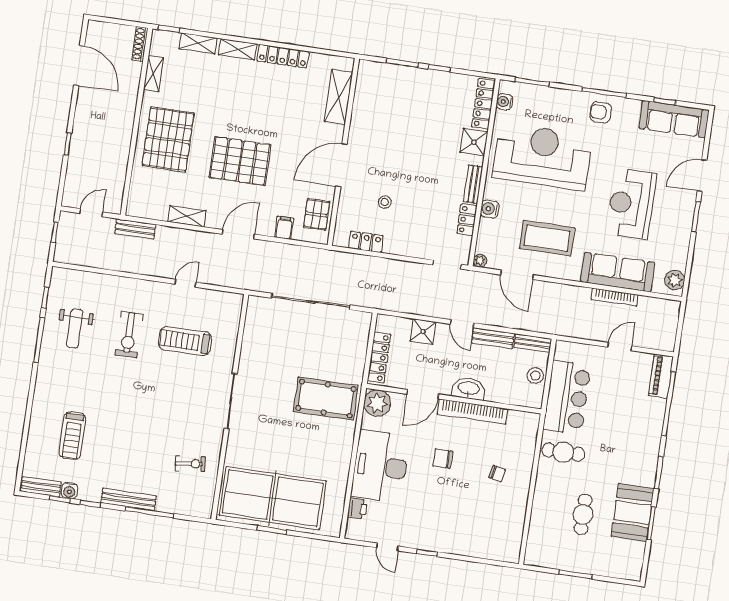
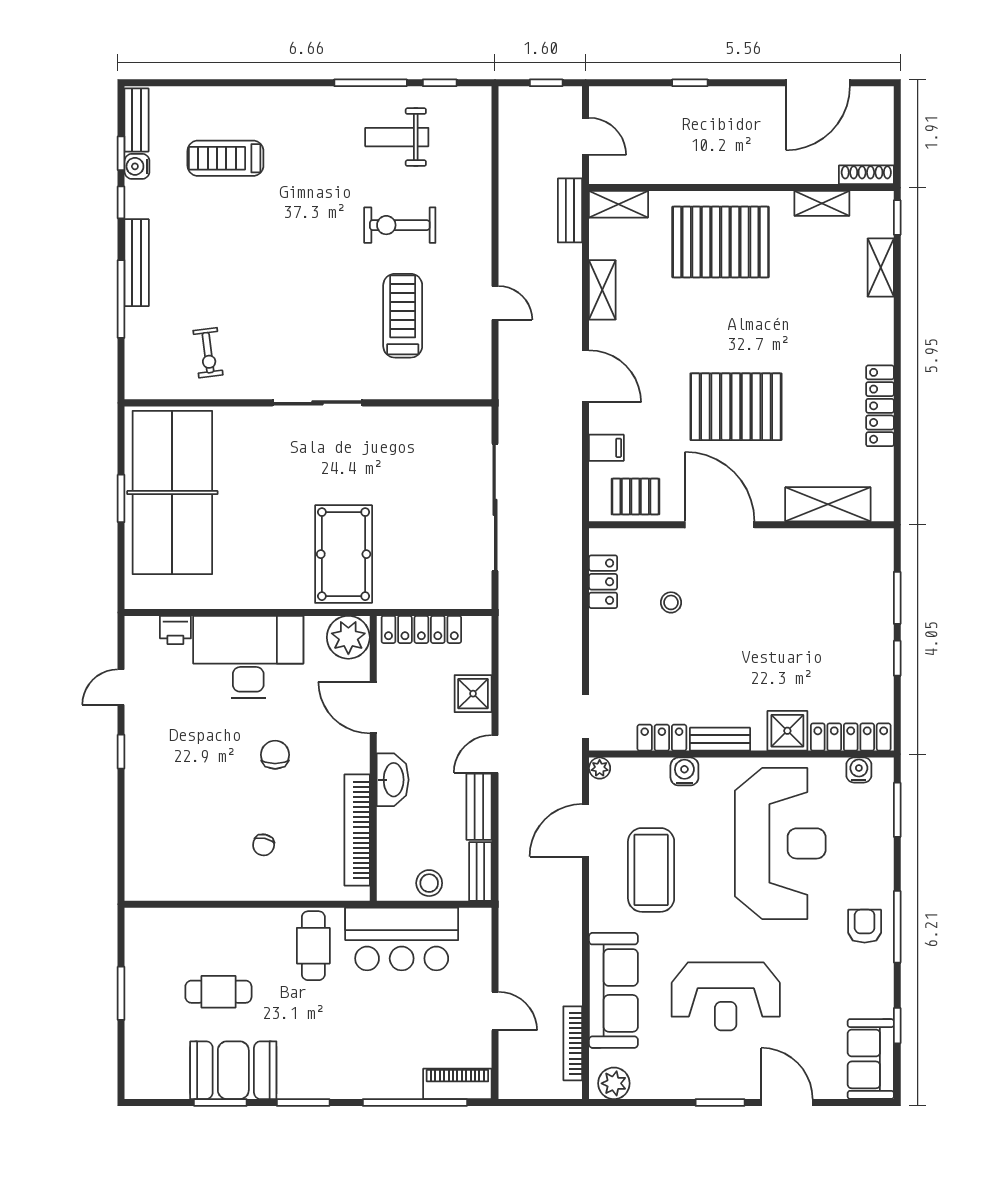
shelving: (238, 49) -> (619, 204), moved, turned 90
sofa: (674, 119) -> (871, 1059), width x0.73
pallet: (240, 161) -> (736, 407), moved, turned 90
reception desk: (631, 204) -> (726, 996), turned 180
bookcase: (615, 297) -> (573, 1043), moved
bookcase: (472, 411) -> (357, 830), moved

